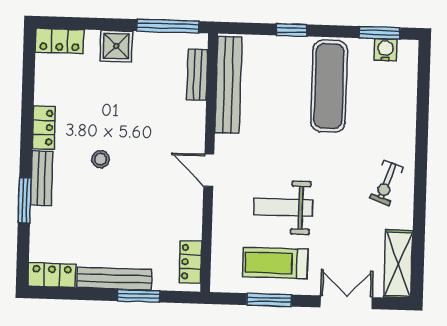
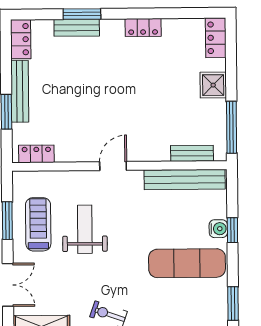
water cooler: (385, 50) -> (218, 229), moved
stool: (101, 159) -> (119, 76), removed
bench: (42, 178) -> (77, 28), moved

